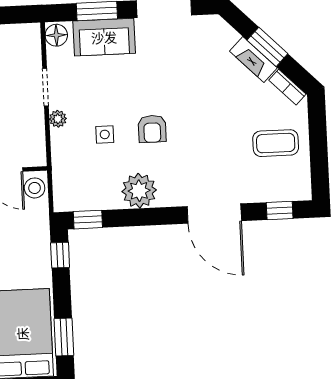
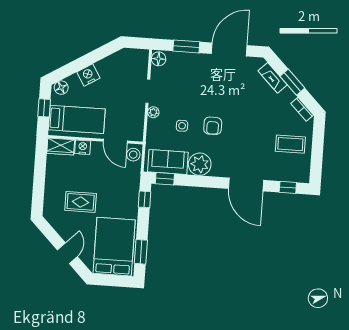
sofa: (104, 37) -> (168, 162), moved, turned 180
fireplace: (253, 60) -> (273, 78), moved

